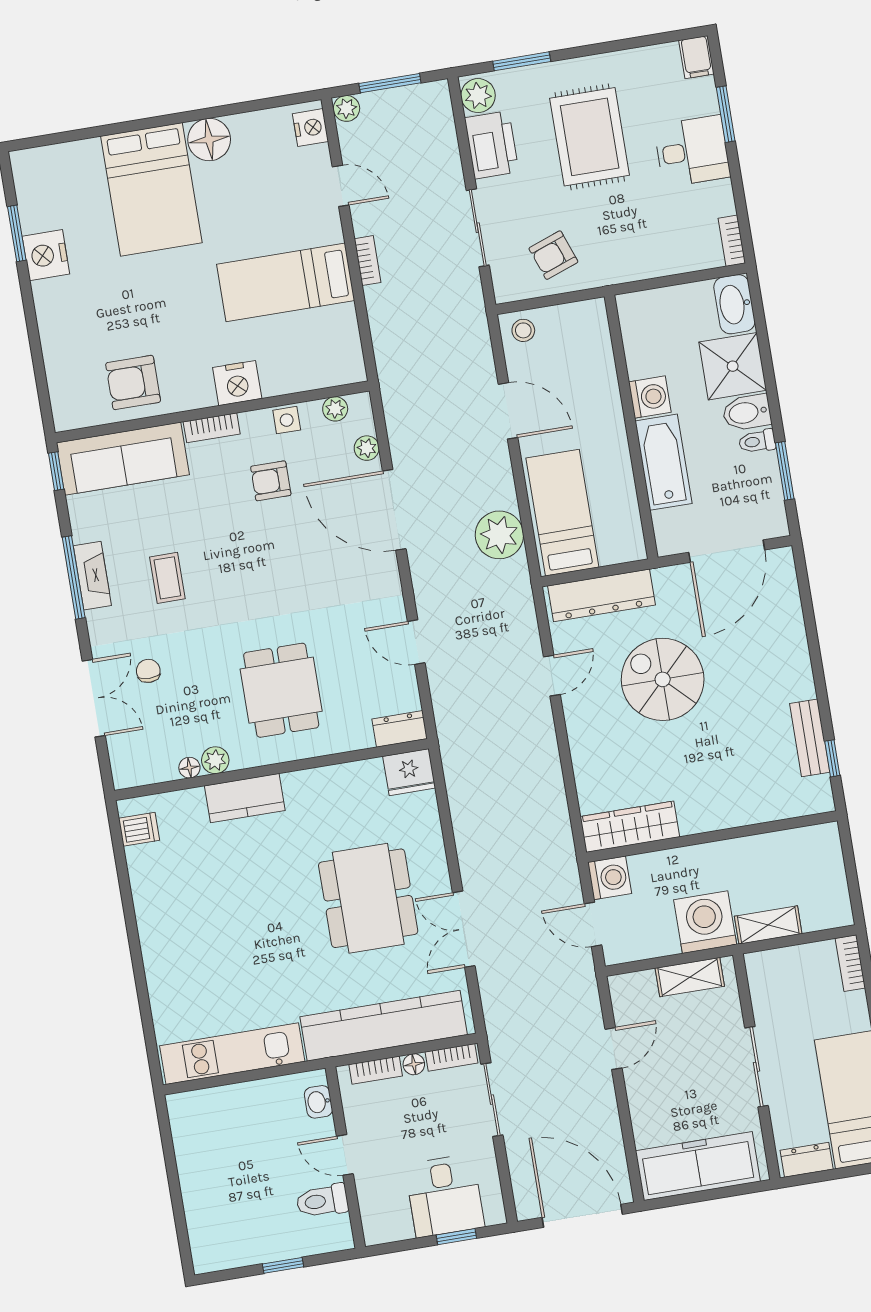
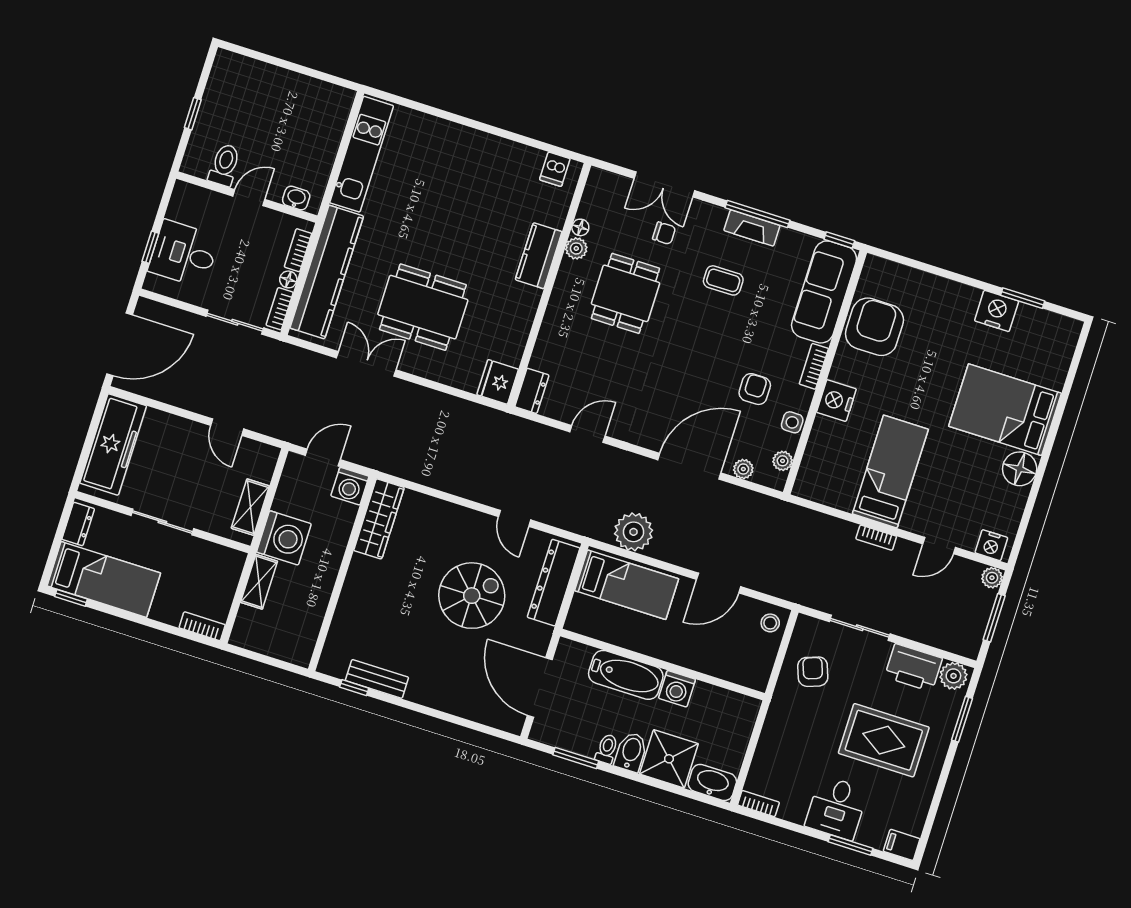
armchair: (133, 382) -> (874, 327), width x1.36, depth x1.36
dining table: (281, 690) -> (625, 293), moved, turned 90

